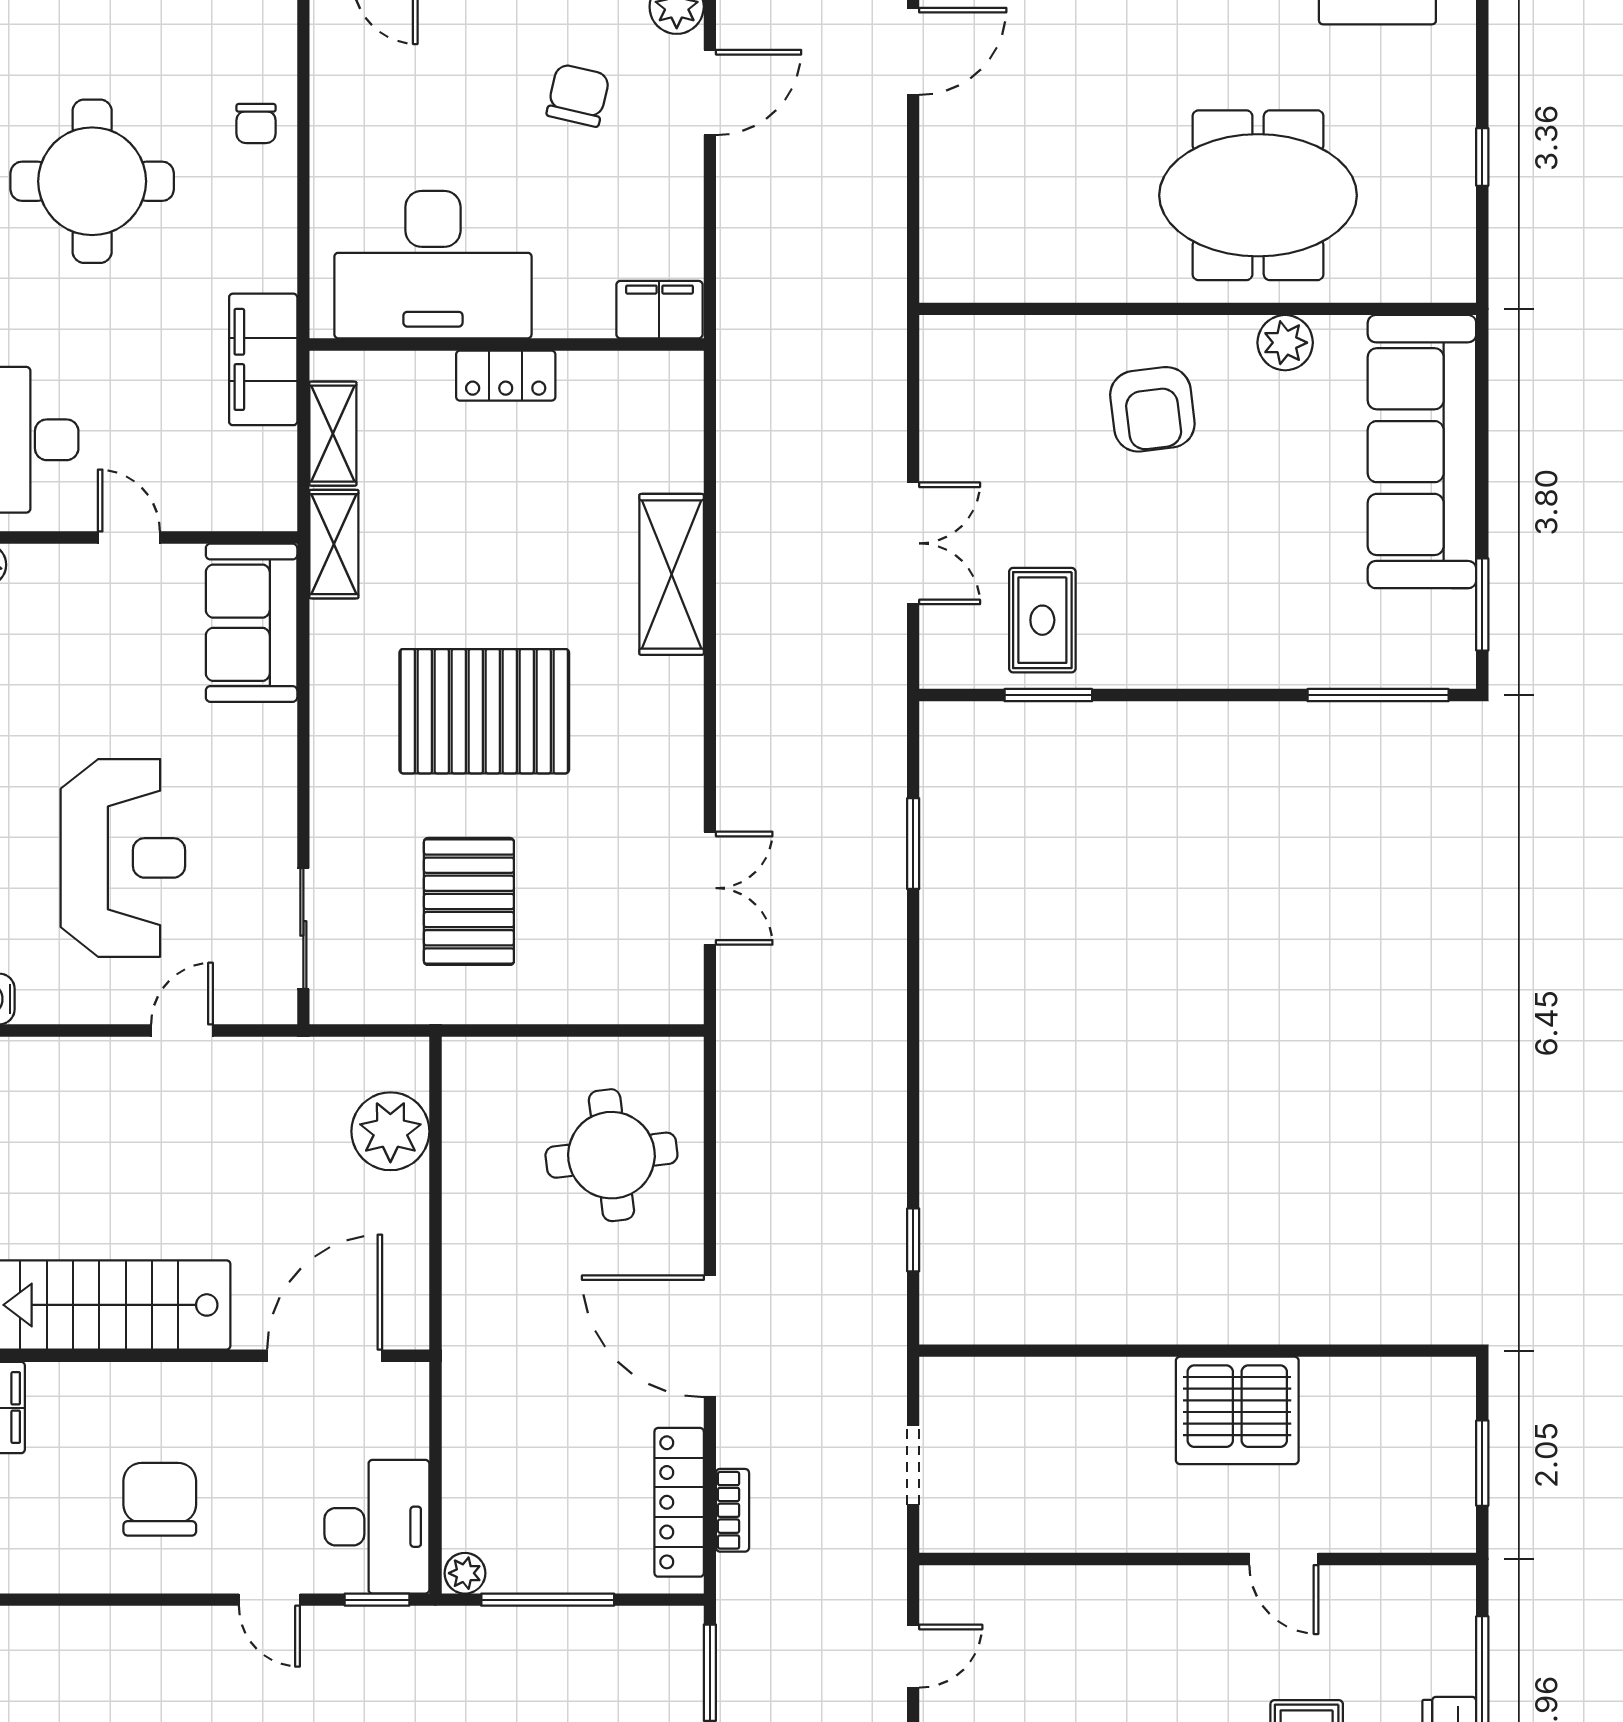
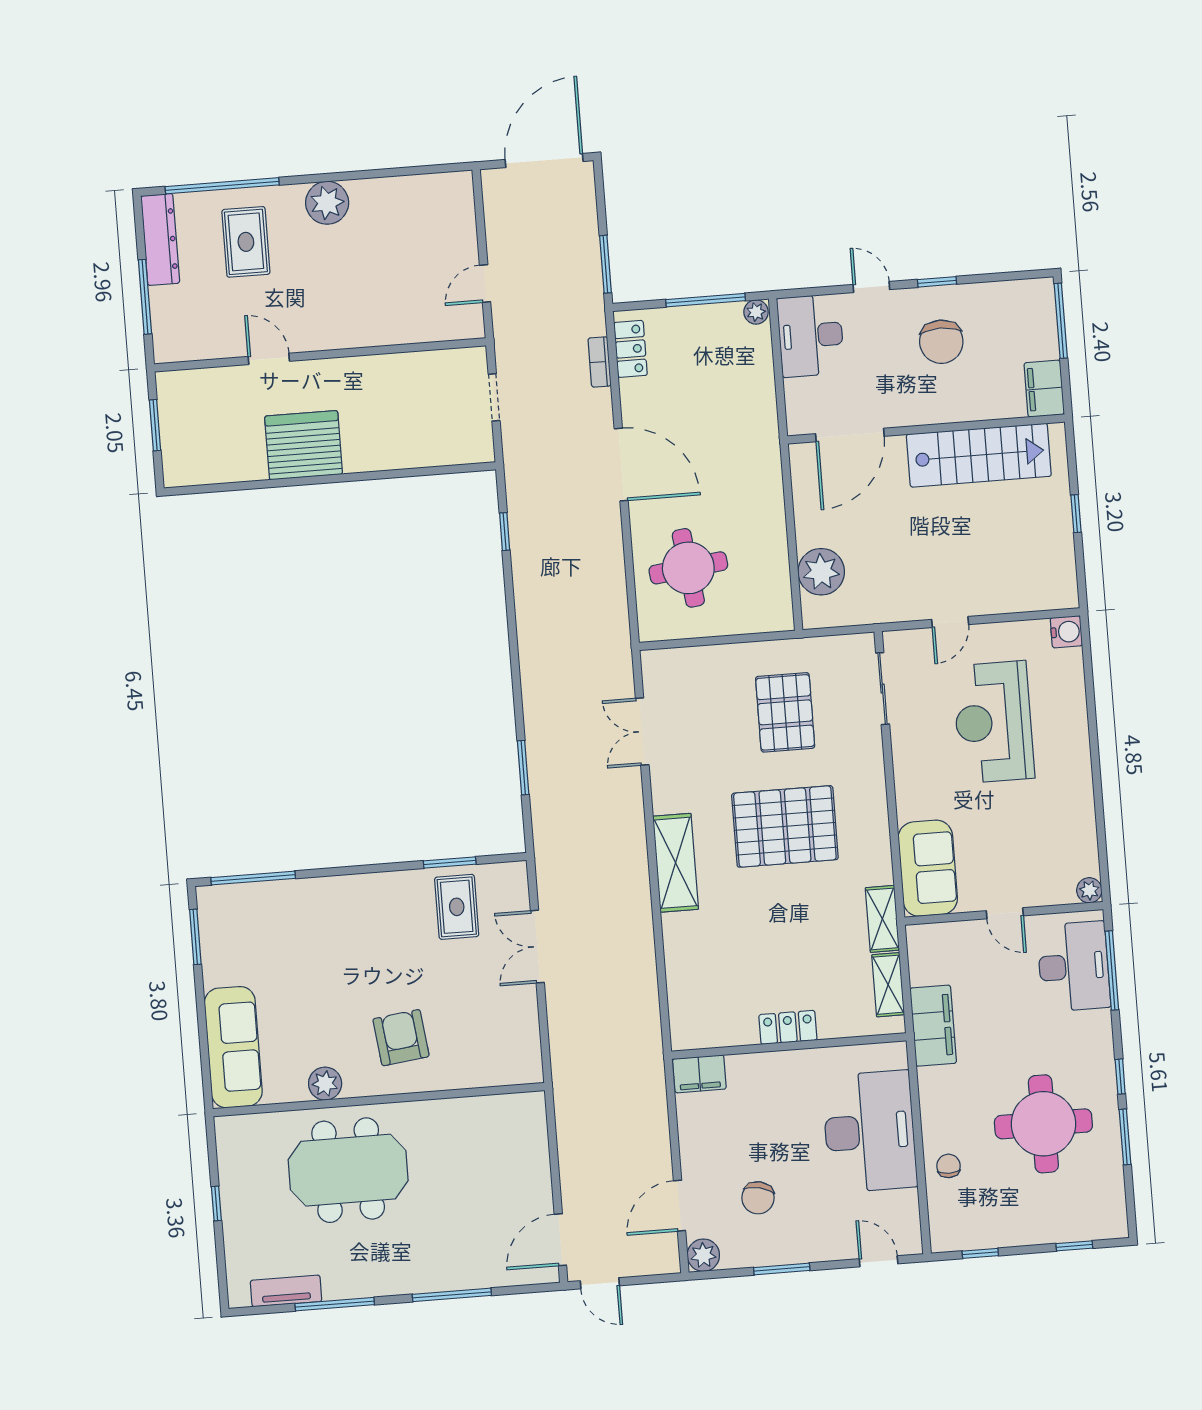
desk: (433, 265) -> (870, 1131), moved, turned 90
sofa: (1422, 452) -> (233, 1047), width x0.74, depth x0.79
shelving: (672, 574) -> (676, 863), moved
locker: (679, 1502) -> (631, 349), width x0.66
window: (377, 1600) -> (937, 282), moved

